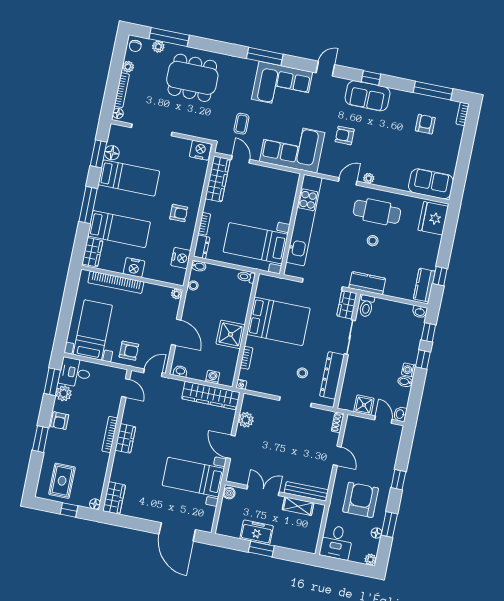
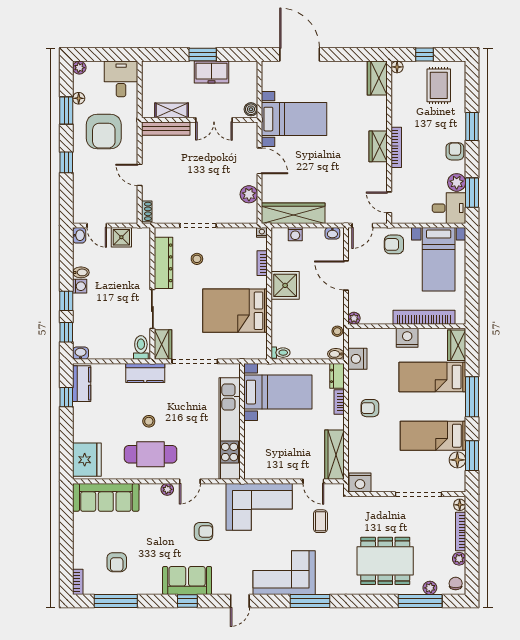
sofa: (431, 184) -> (106, 497), width x1.36

